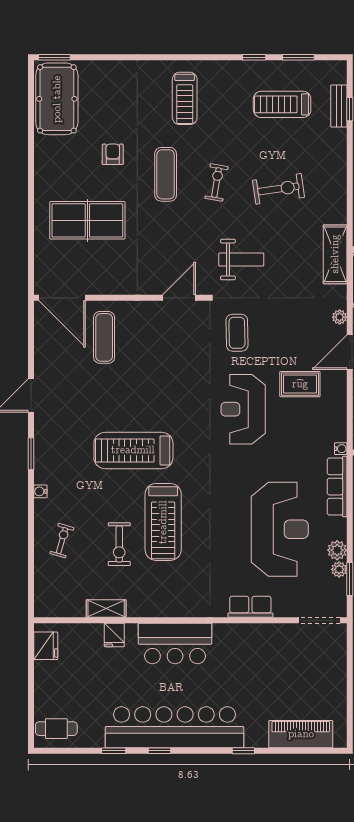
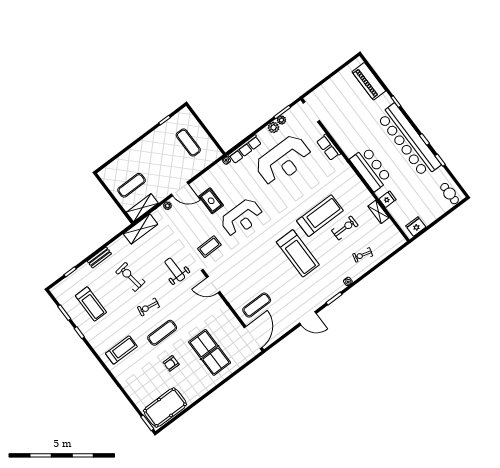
bench: (339, 106) -> (99, 257), moved
reception desk: (280, 529) -> (284, 160), turned 180

